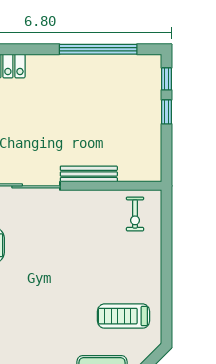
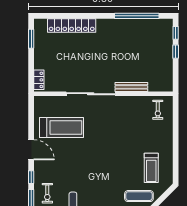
treadmill: (124, 316) -> (151, 168), turned -90

